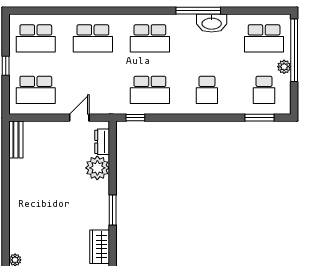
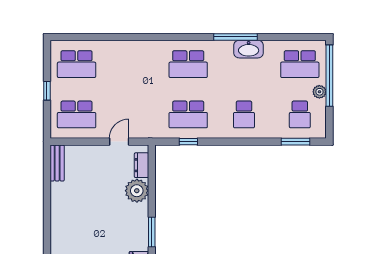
school desk: (93, 38) -> (132, 64), removed
window: (135, 118) -> (188, 142), moved

